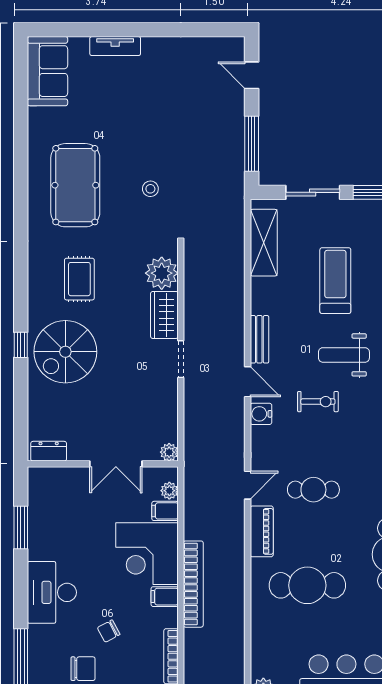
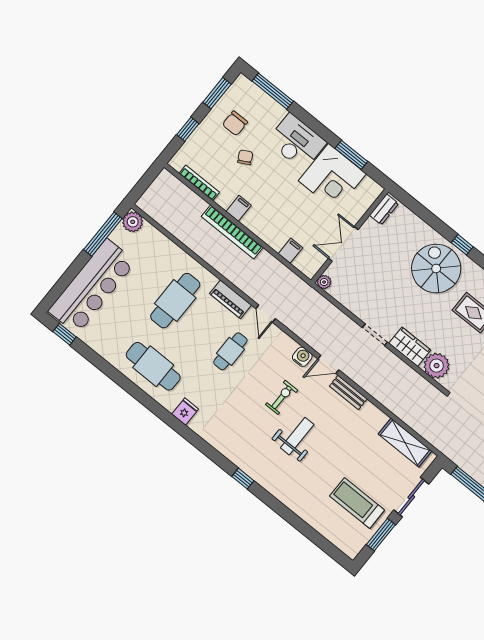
treadmill: (335, 281) -> (357, 503), moved, turned 180
exercise bike: (318, 402) -> (282, 397), turned 180
plant: (169, 491) -> (301, 263), removed
corner desk: (147, 554) -> (332, 177), moved, turned 180

